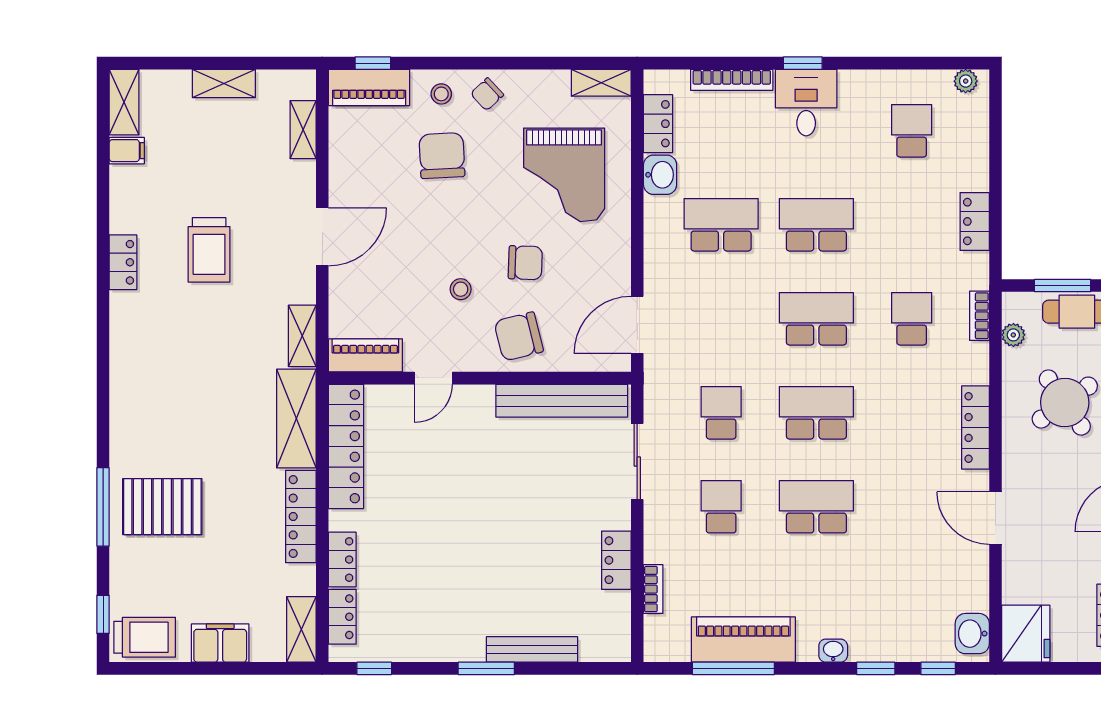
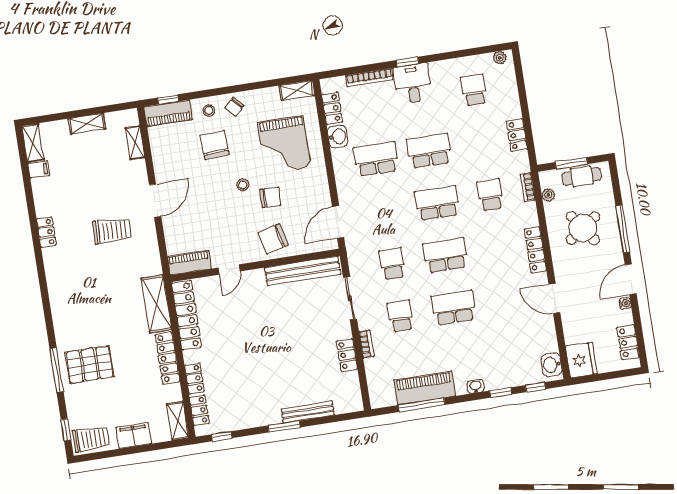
trolley: (209, 250) -> (112, 231), moved, turned -88
stool: (461, 289) -> (243, 185), moved
shelving: (302, 336) -> (153, 257), removed
bookcase: (653, 589) -> (366, 344), moved

